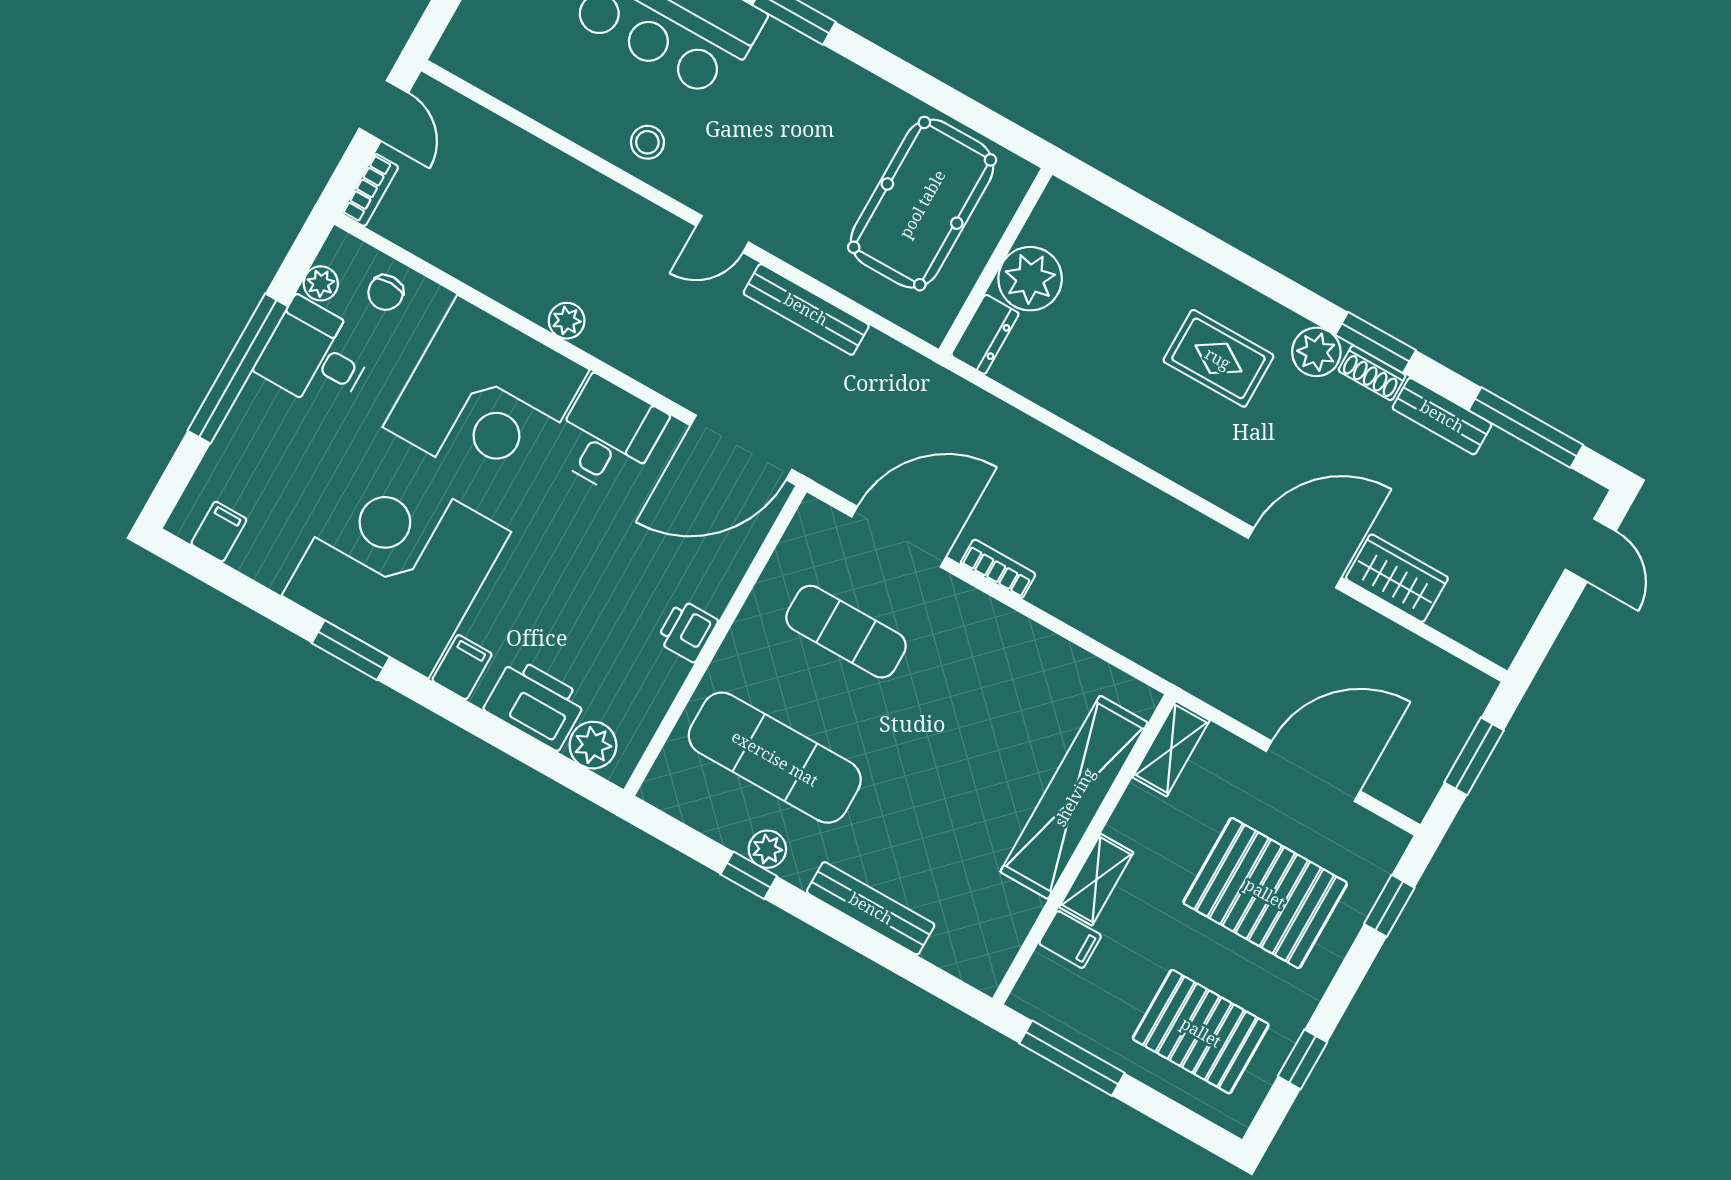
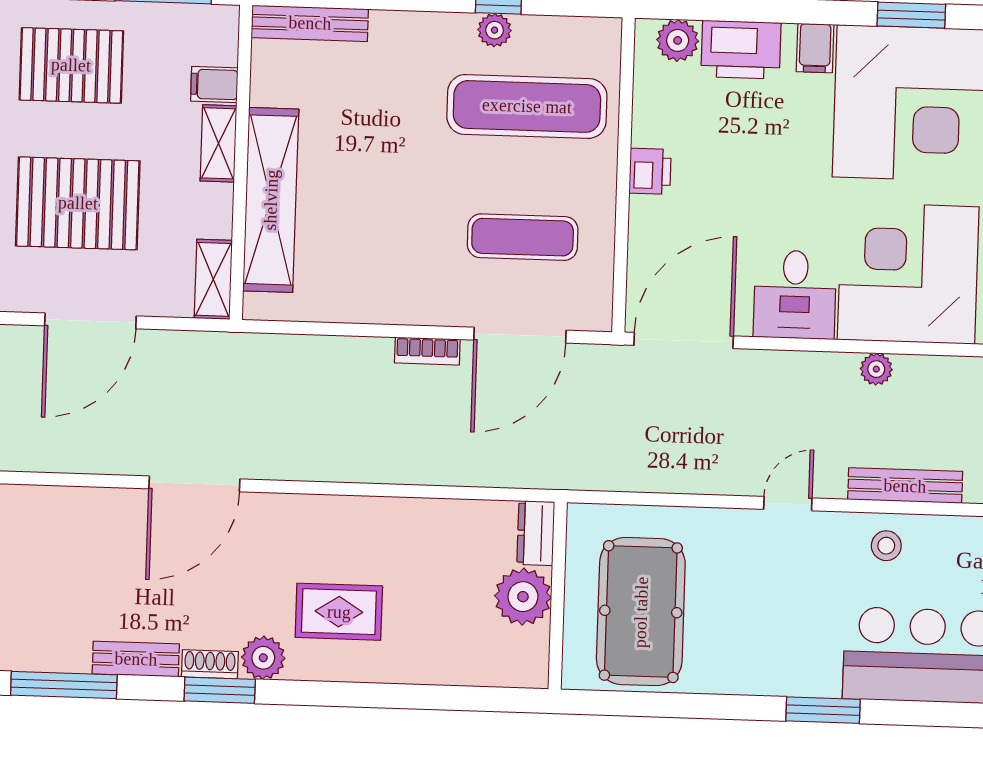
bench: (806, 309) -> (905, 486), moved
wardrobe: (1397, 578) -> (104, 510), removed
bench: (871, 908) -> (310, 23), moved

